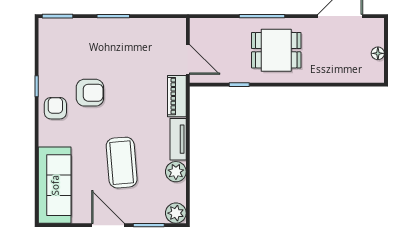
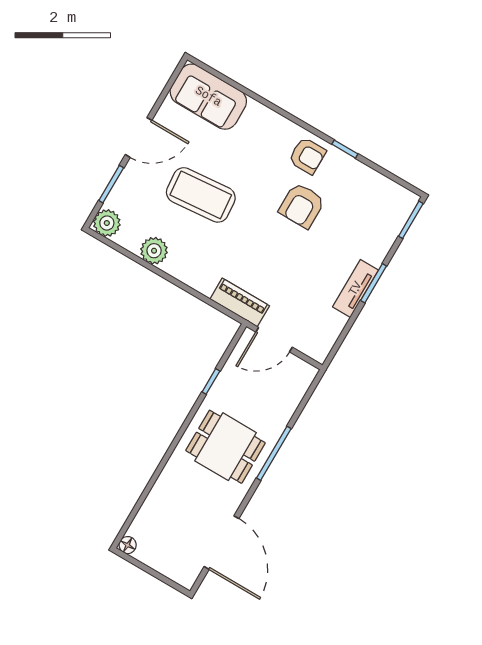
dining table: (276, 50) -> (226, 447), turned 90
floor lamp: (378, 53) -> (128, 545), moved
tv unit: (178, 139) -> (356, 289), moved, turned -90
sofa: (55, 185) -> (208, 97), width x0.73

